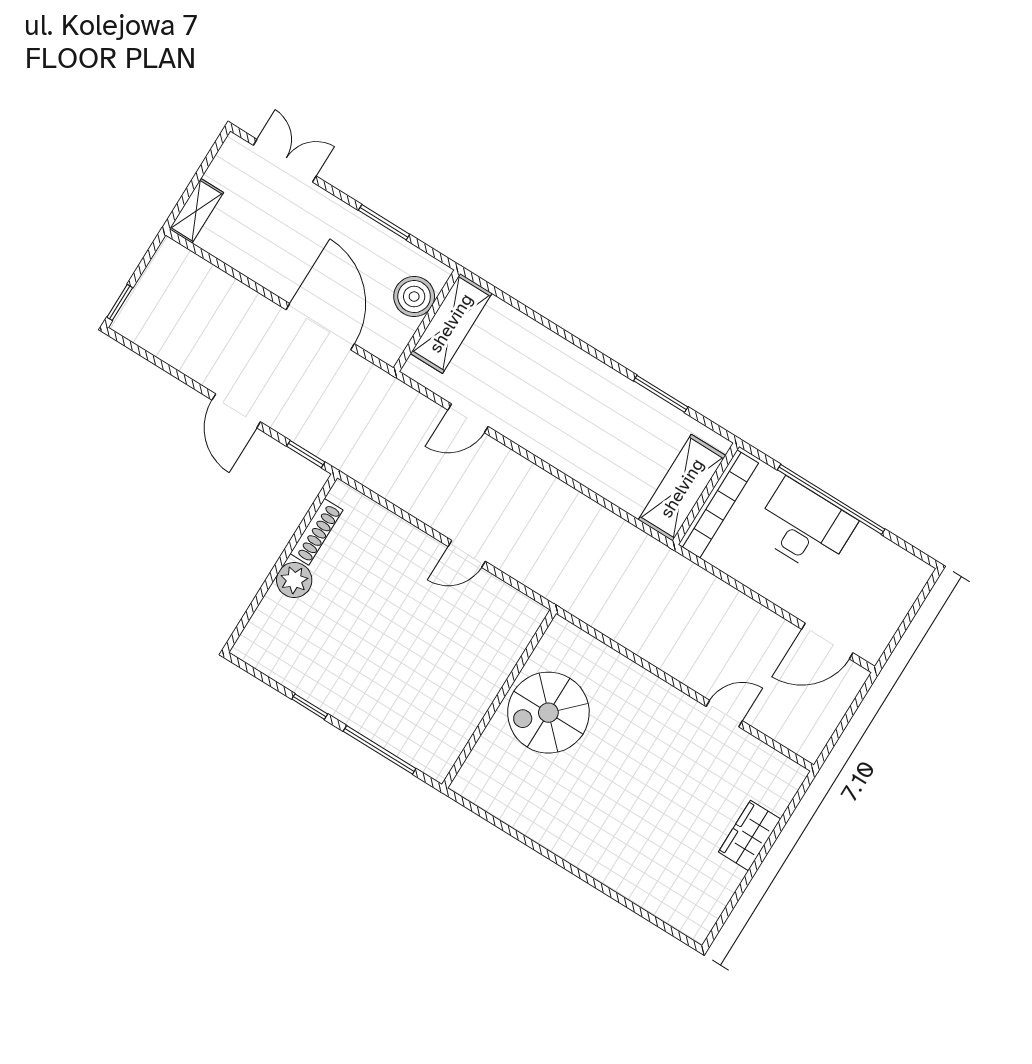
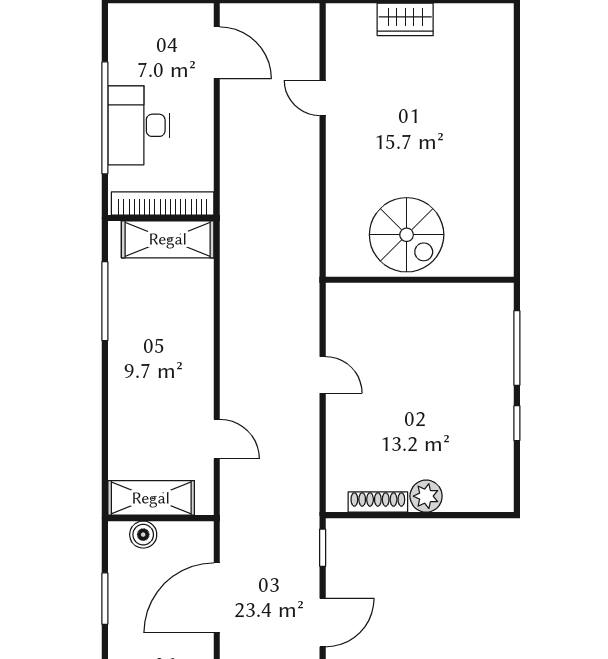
boiler: (414, 297) -> (143, 535), width x0.73, depth x0.73
window: (661, 394) -> (105, 301), width x1.44

